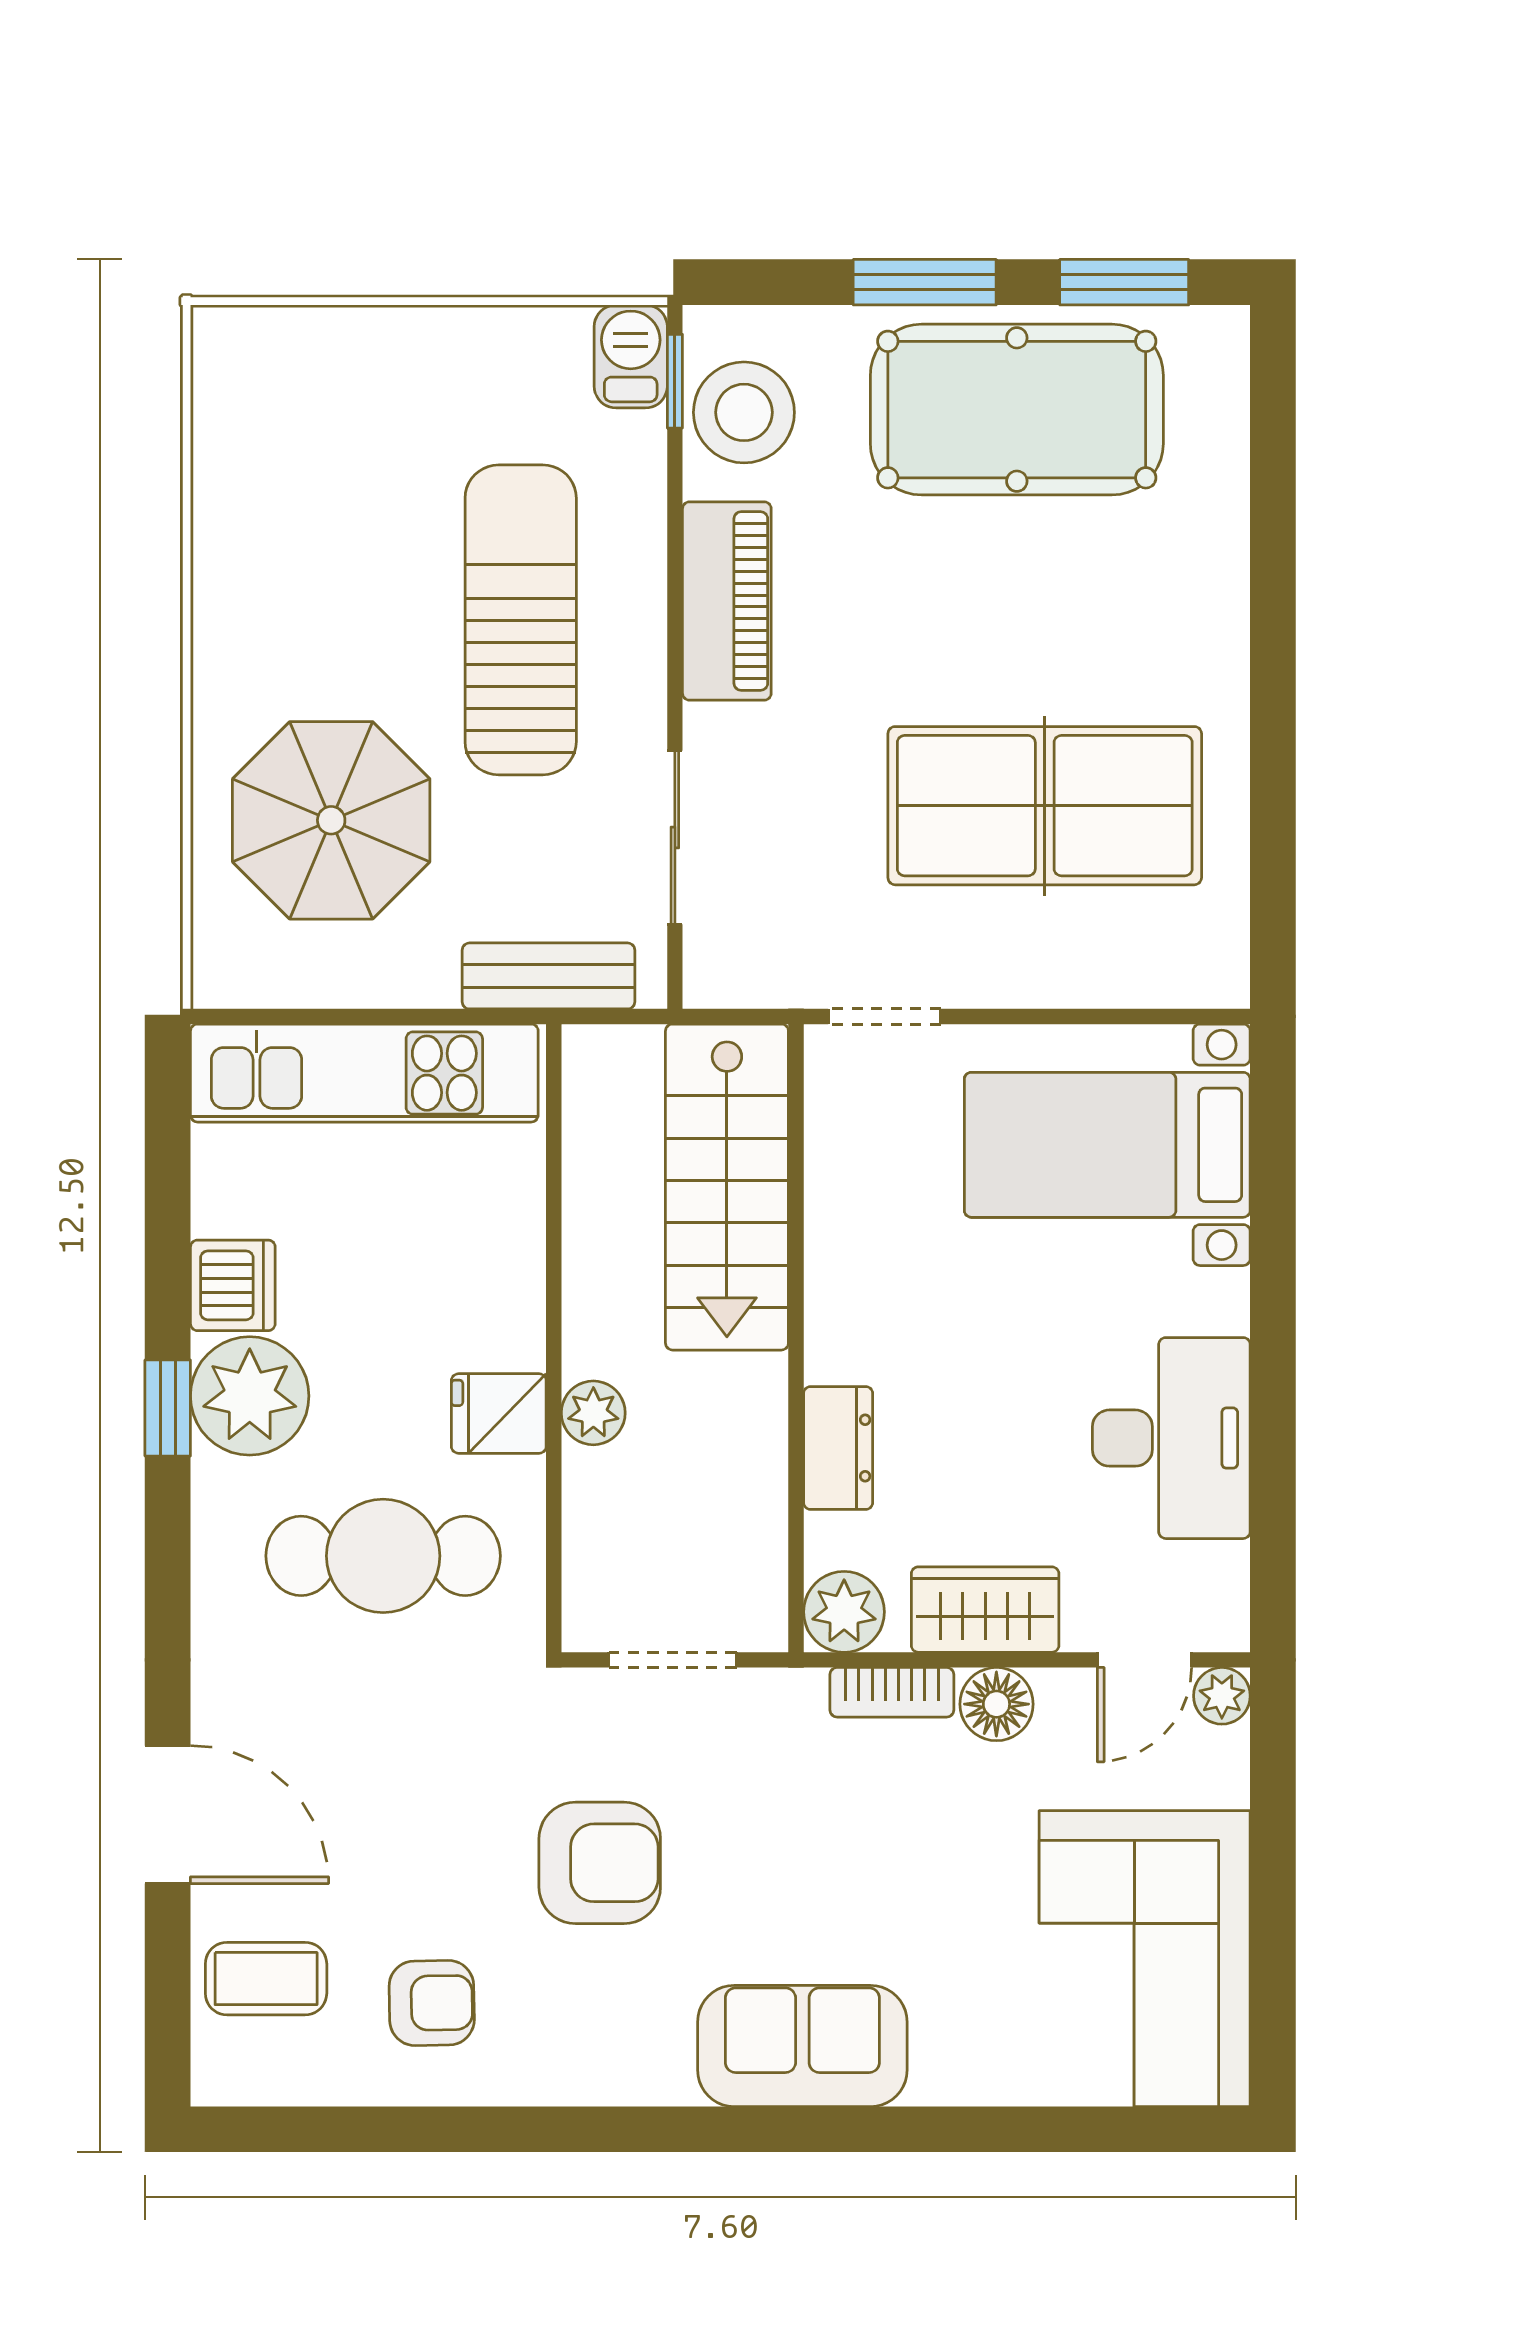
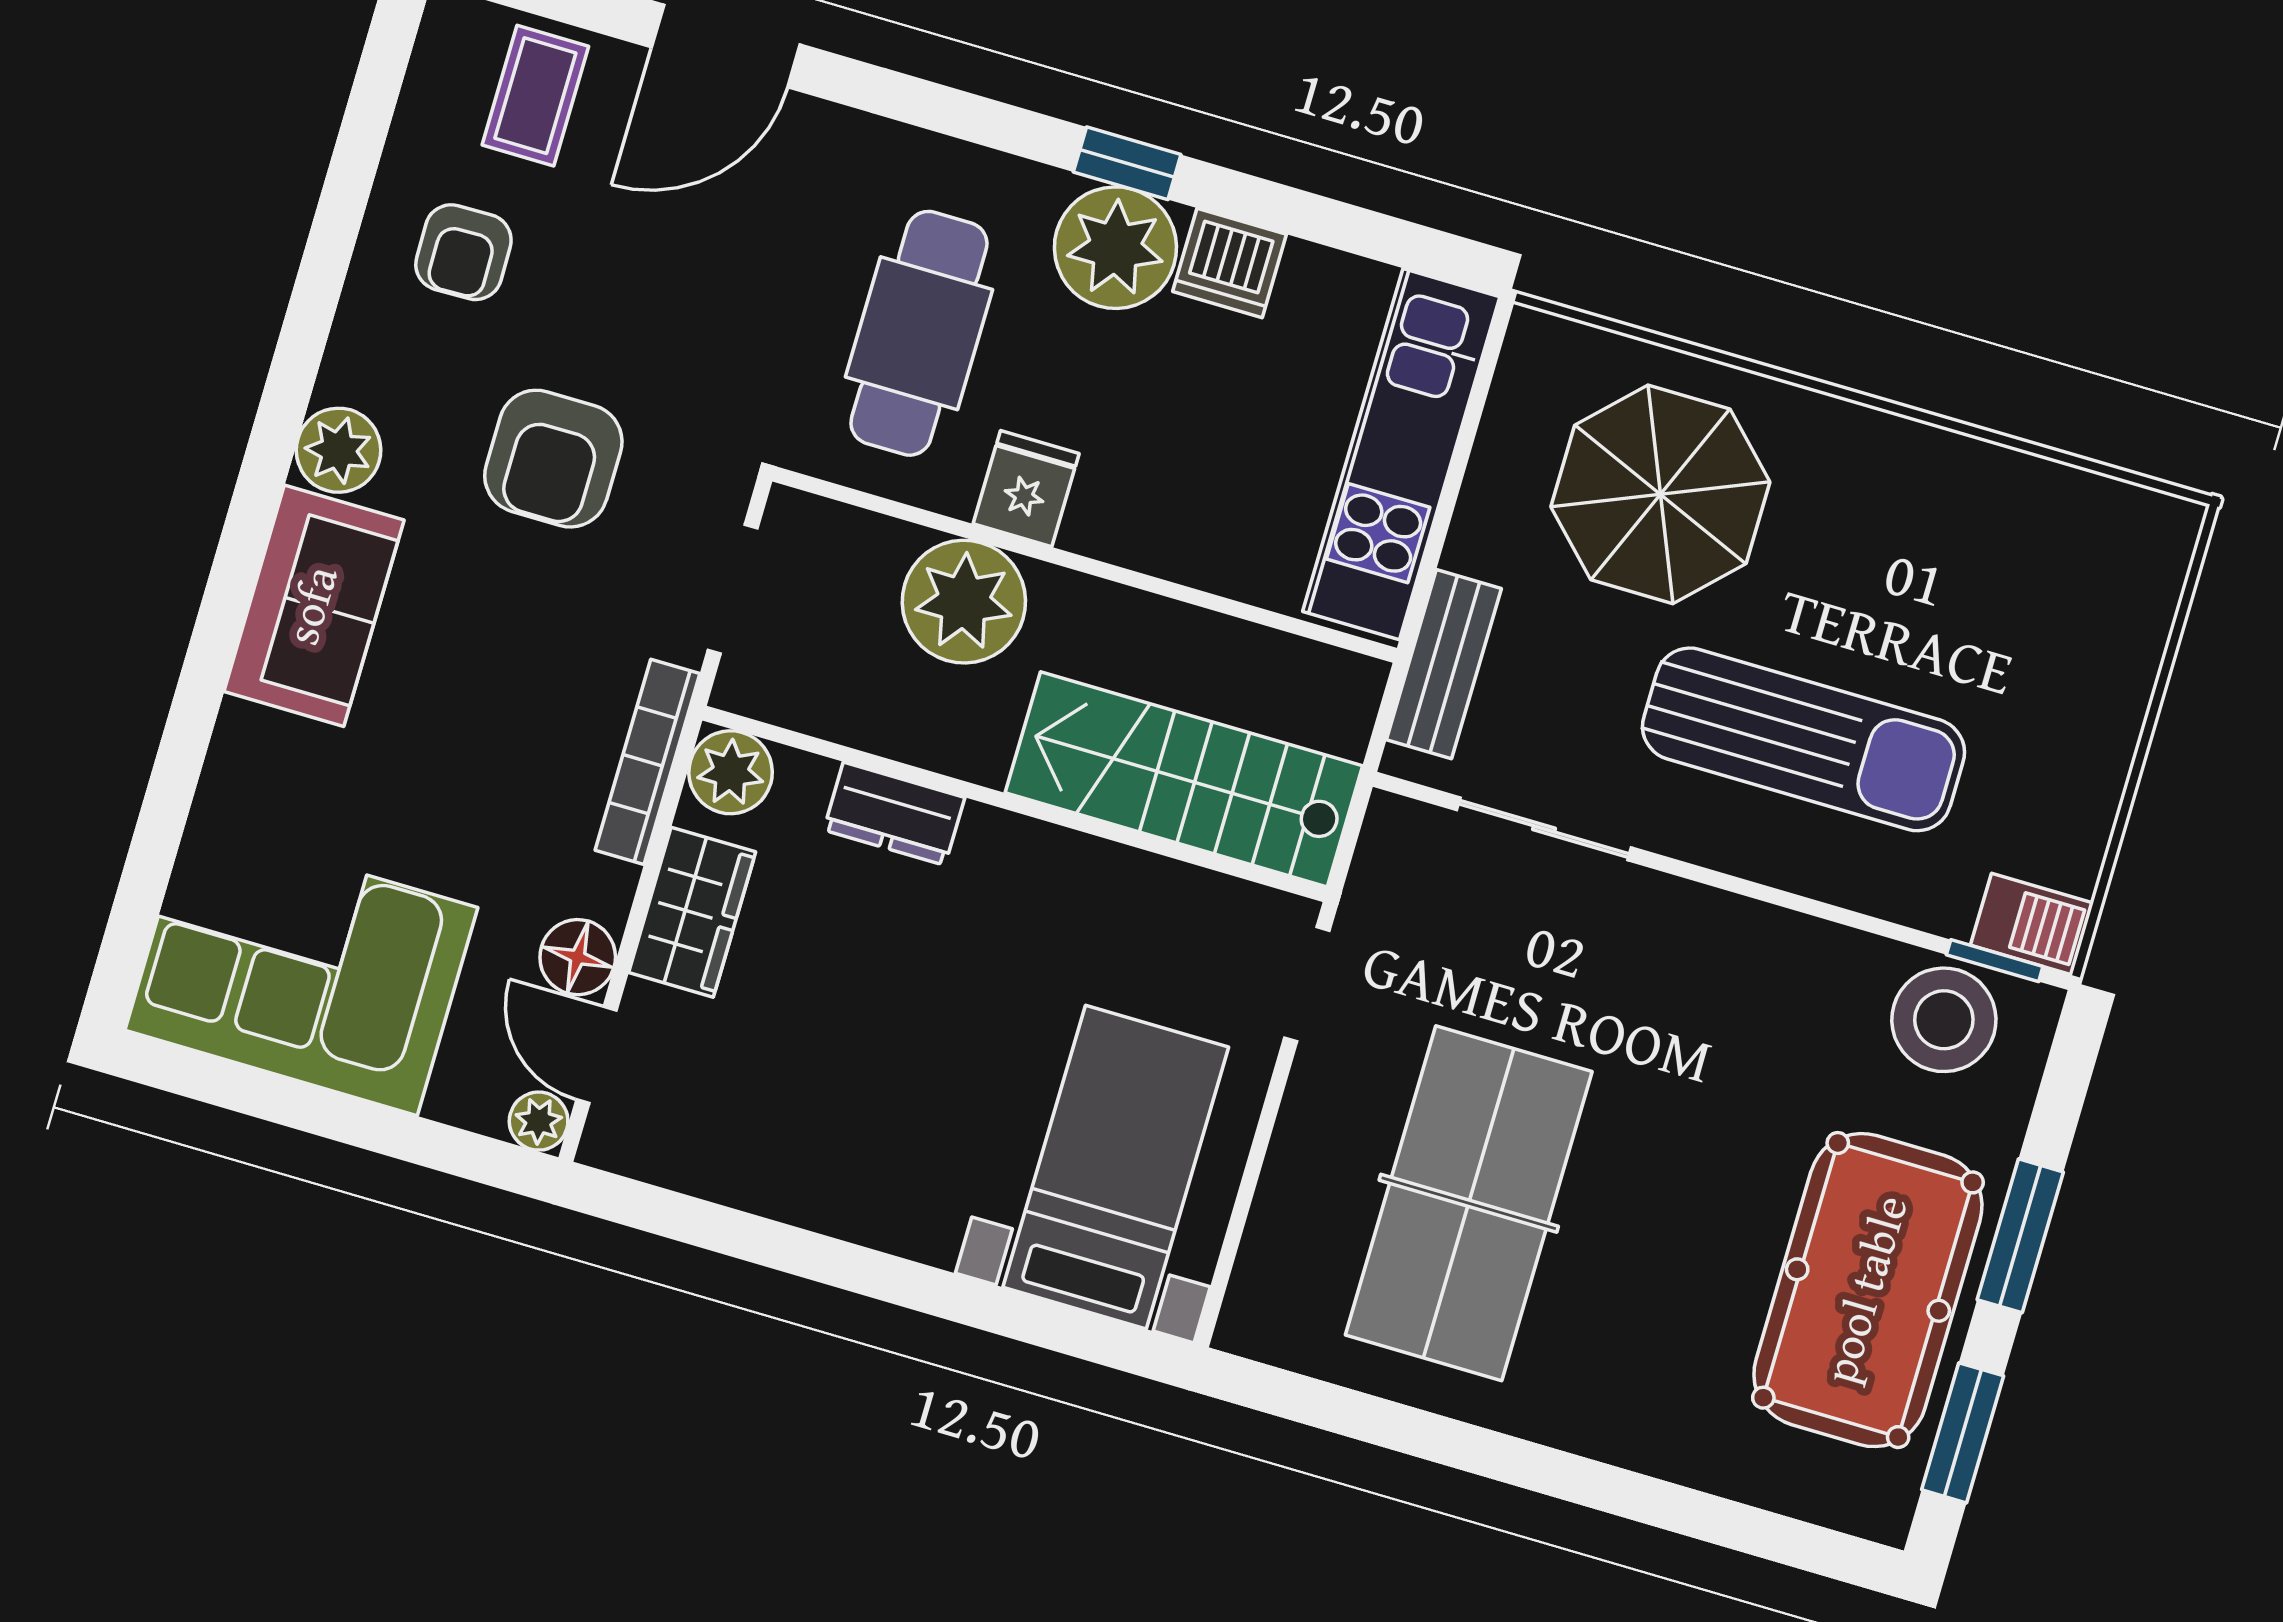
piano: (727, 601) -> (1763, 948), removed
plant: (593, 1413) -> (964, 602), width x1.87, depth x1.87
desk: (1171, 1438) -> (808, 1146), removed
bookcase: (892, 1692) -> (647, 762), width x1.56
floor lamp: (996, 1704) -> (578, 957), moved
plant: (651, 2066) -> (339, 450), added

